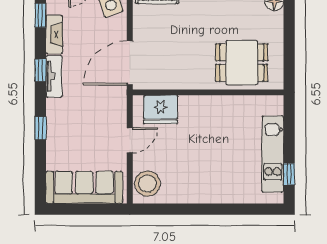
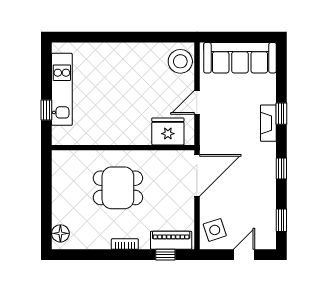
fireplace: (54, 34) -> (268, 123), moved
dining table: (242, 63) -> (118, 188), moved
tv unit: (54, 76) -> (269, 163), removed
window: (289, 174) -> (46, 110), moved

